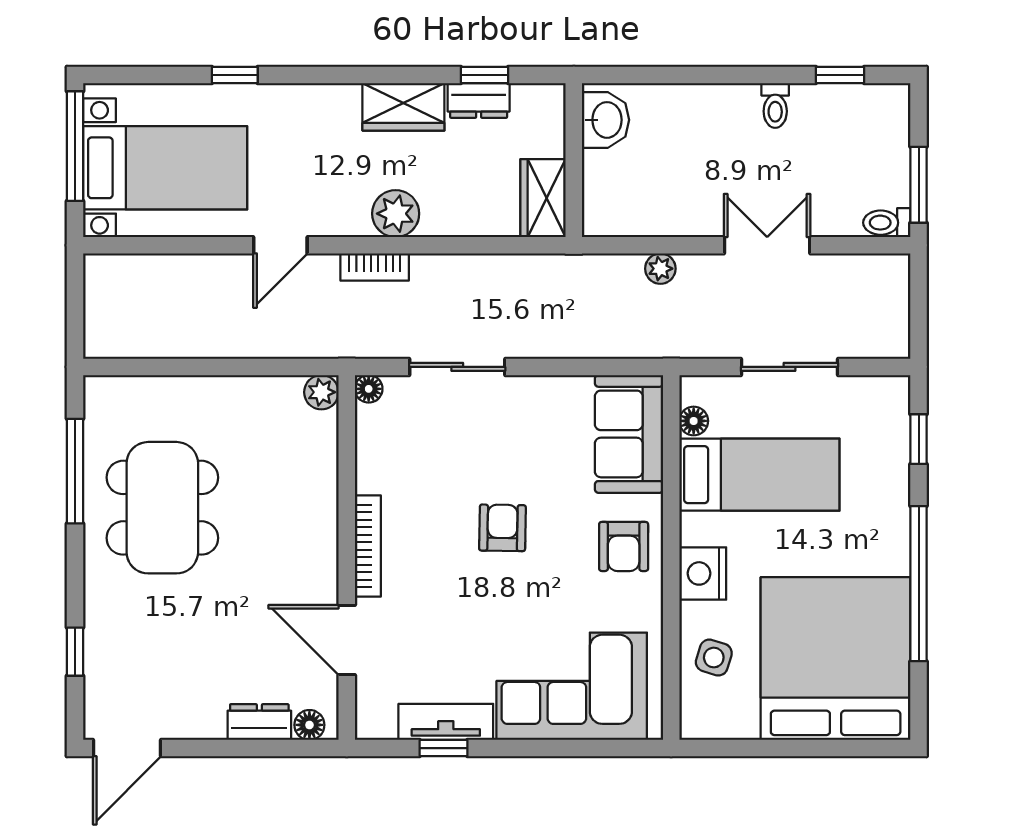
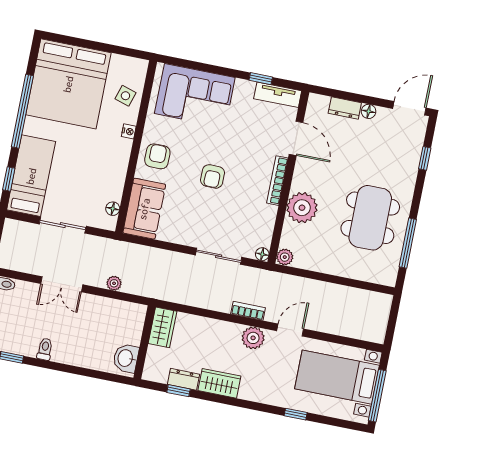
plant: (396, 214) -> (253, 338), moved
bed: (759, 475) -> (31, 176), moved, turned 90
plant: (306, 500) -> (302, 208), added
nightstand: (703, 573) -> (129, 131), width x0.53, depth x0.56
tv unit: (446, 722) -> (278, 95), moved
floor lamp: (309, 725) -> (369, 111), moved

